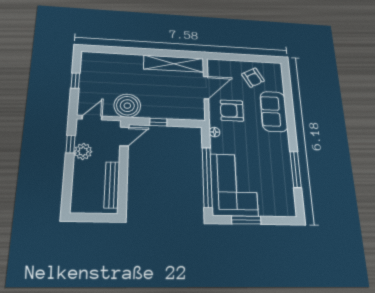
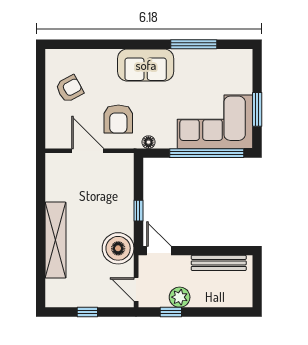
shelving: (174, 64) -> (56, 240), moved
sofa: (274, 111) -> (146, 65), moved

